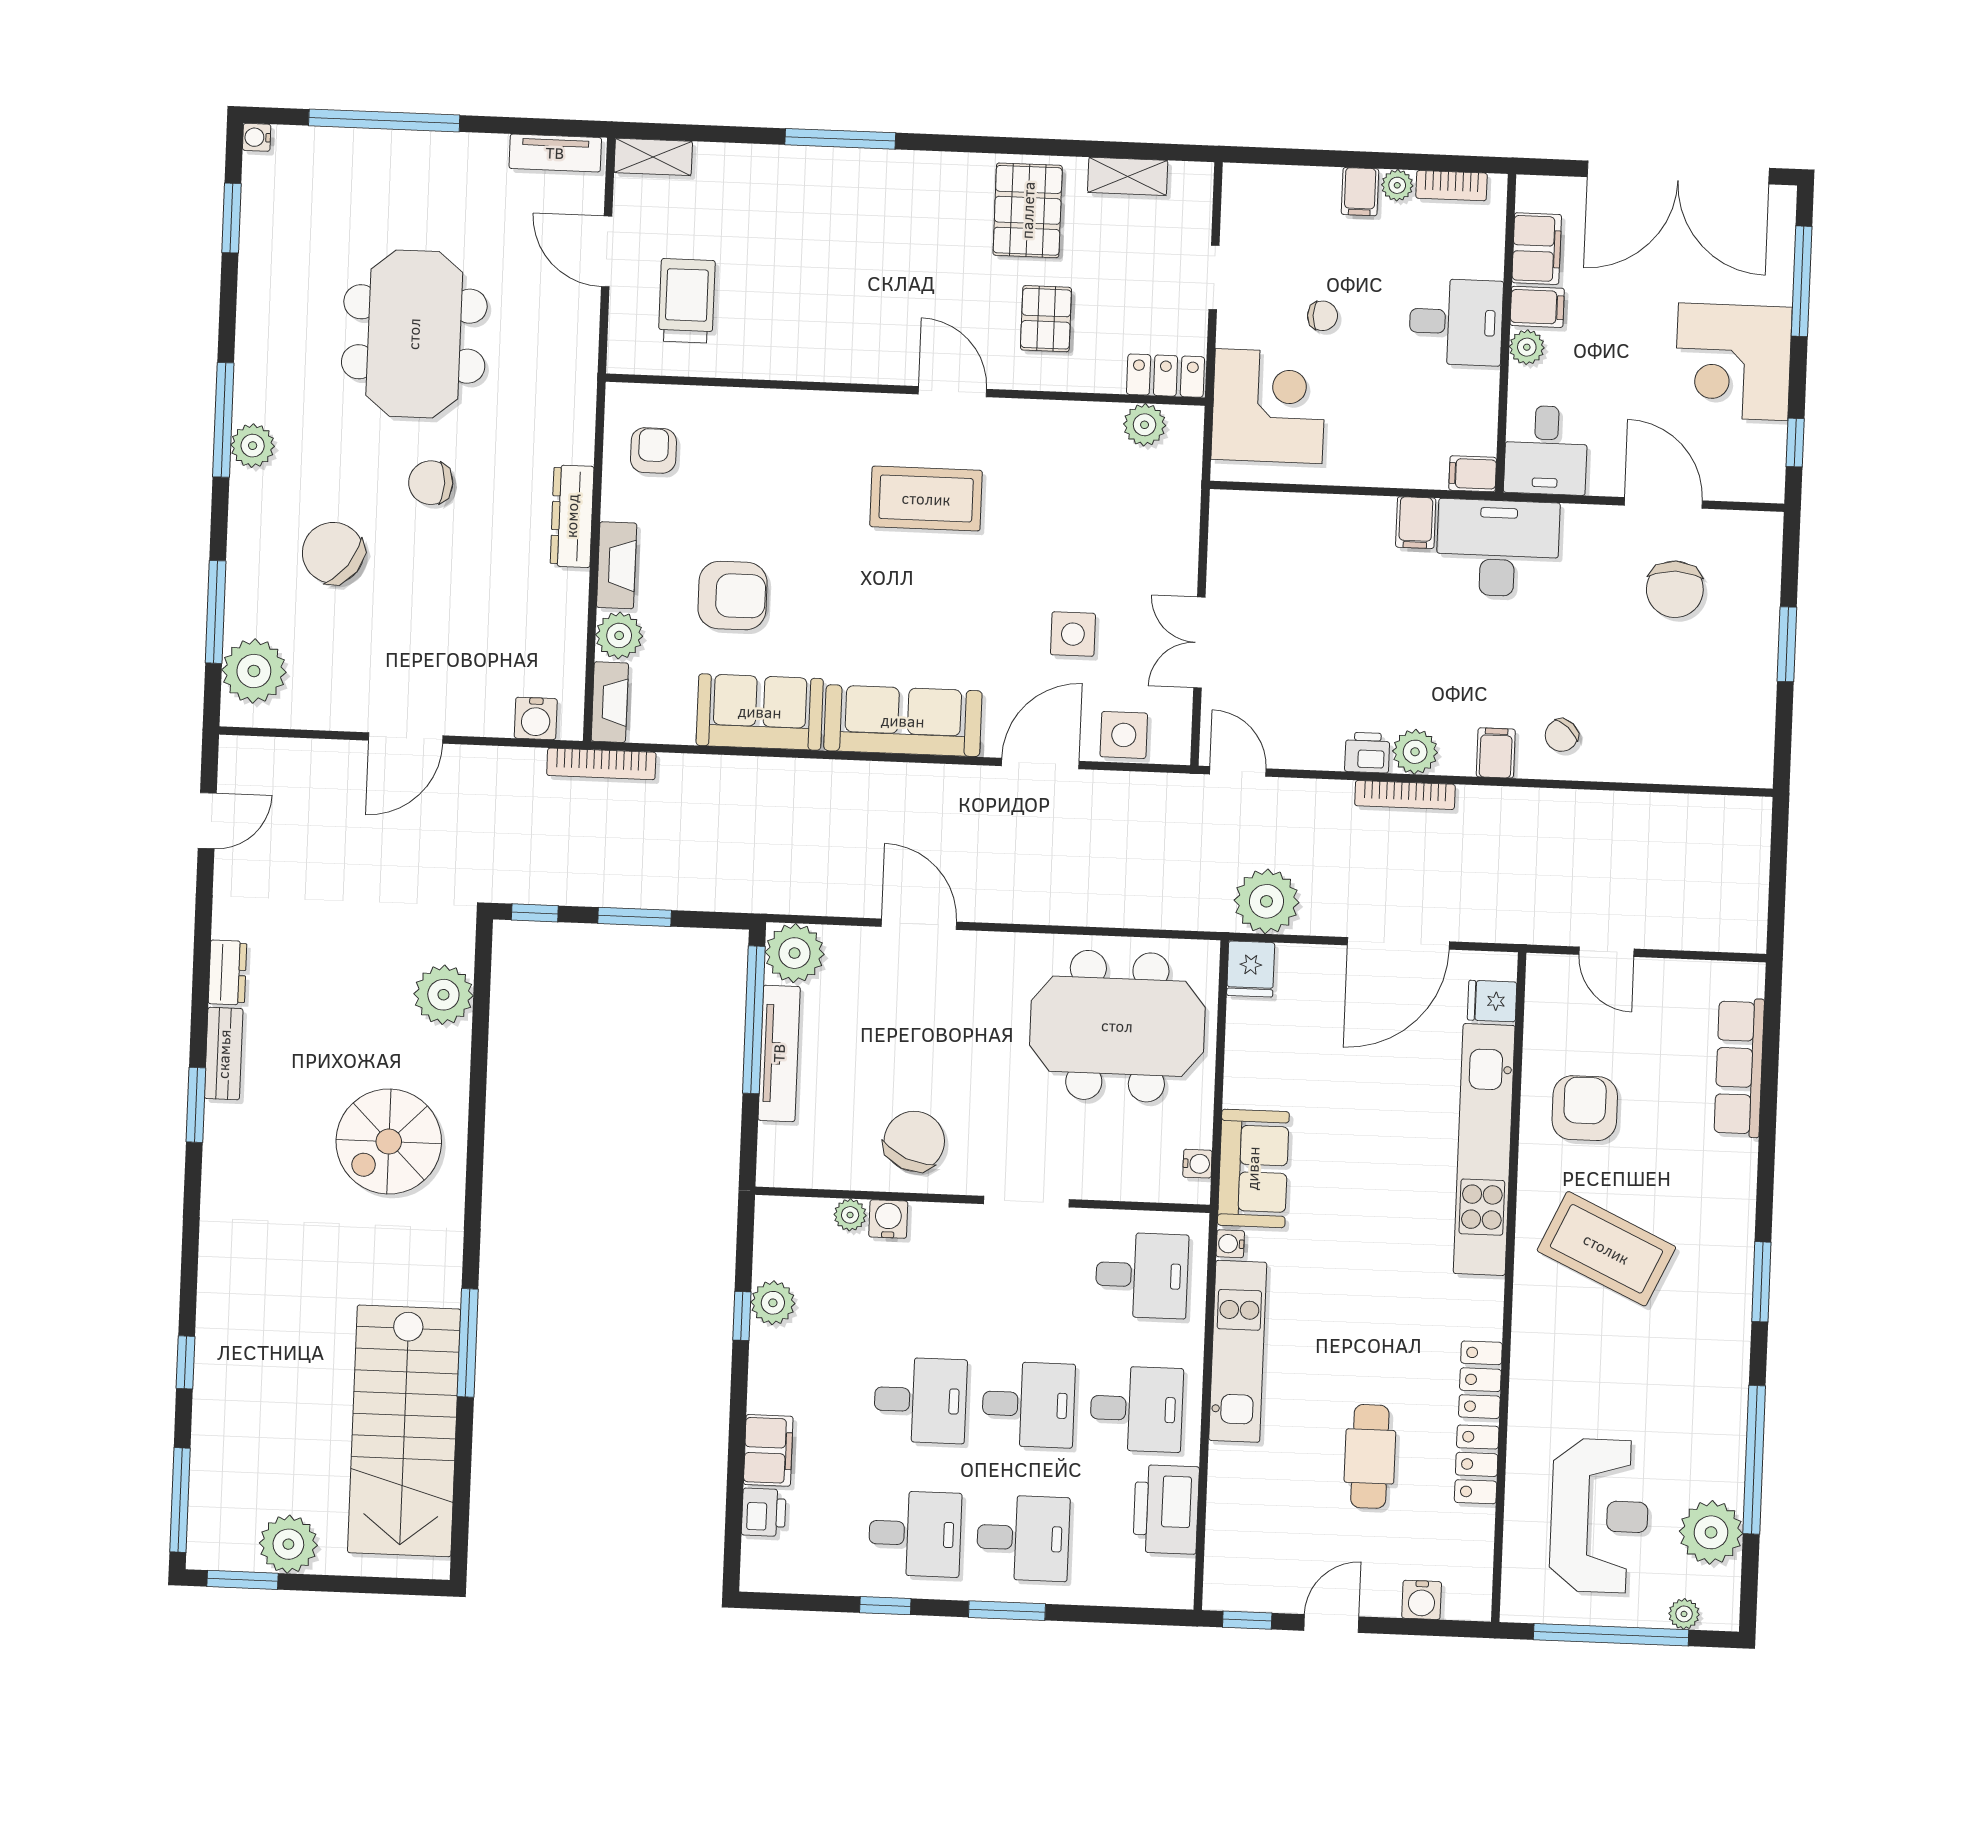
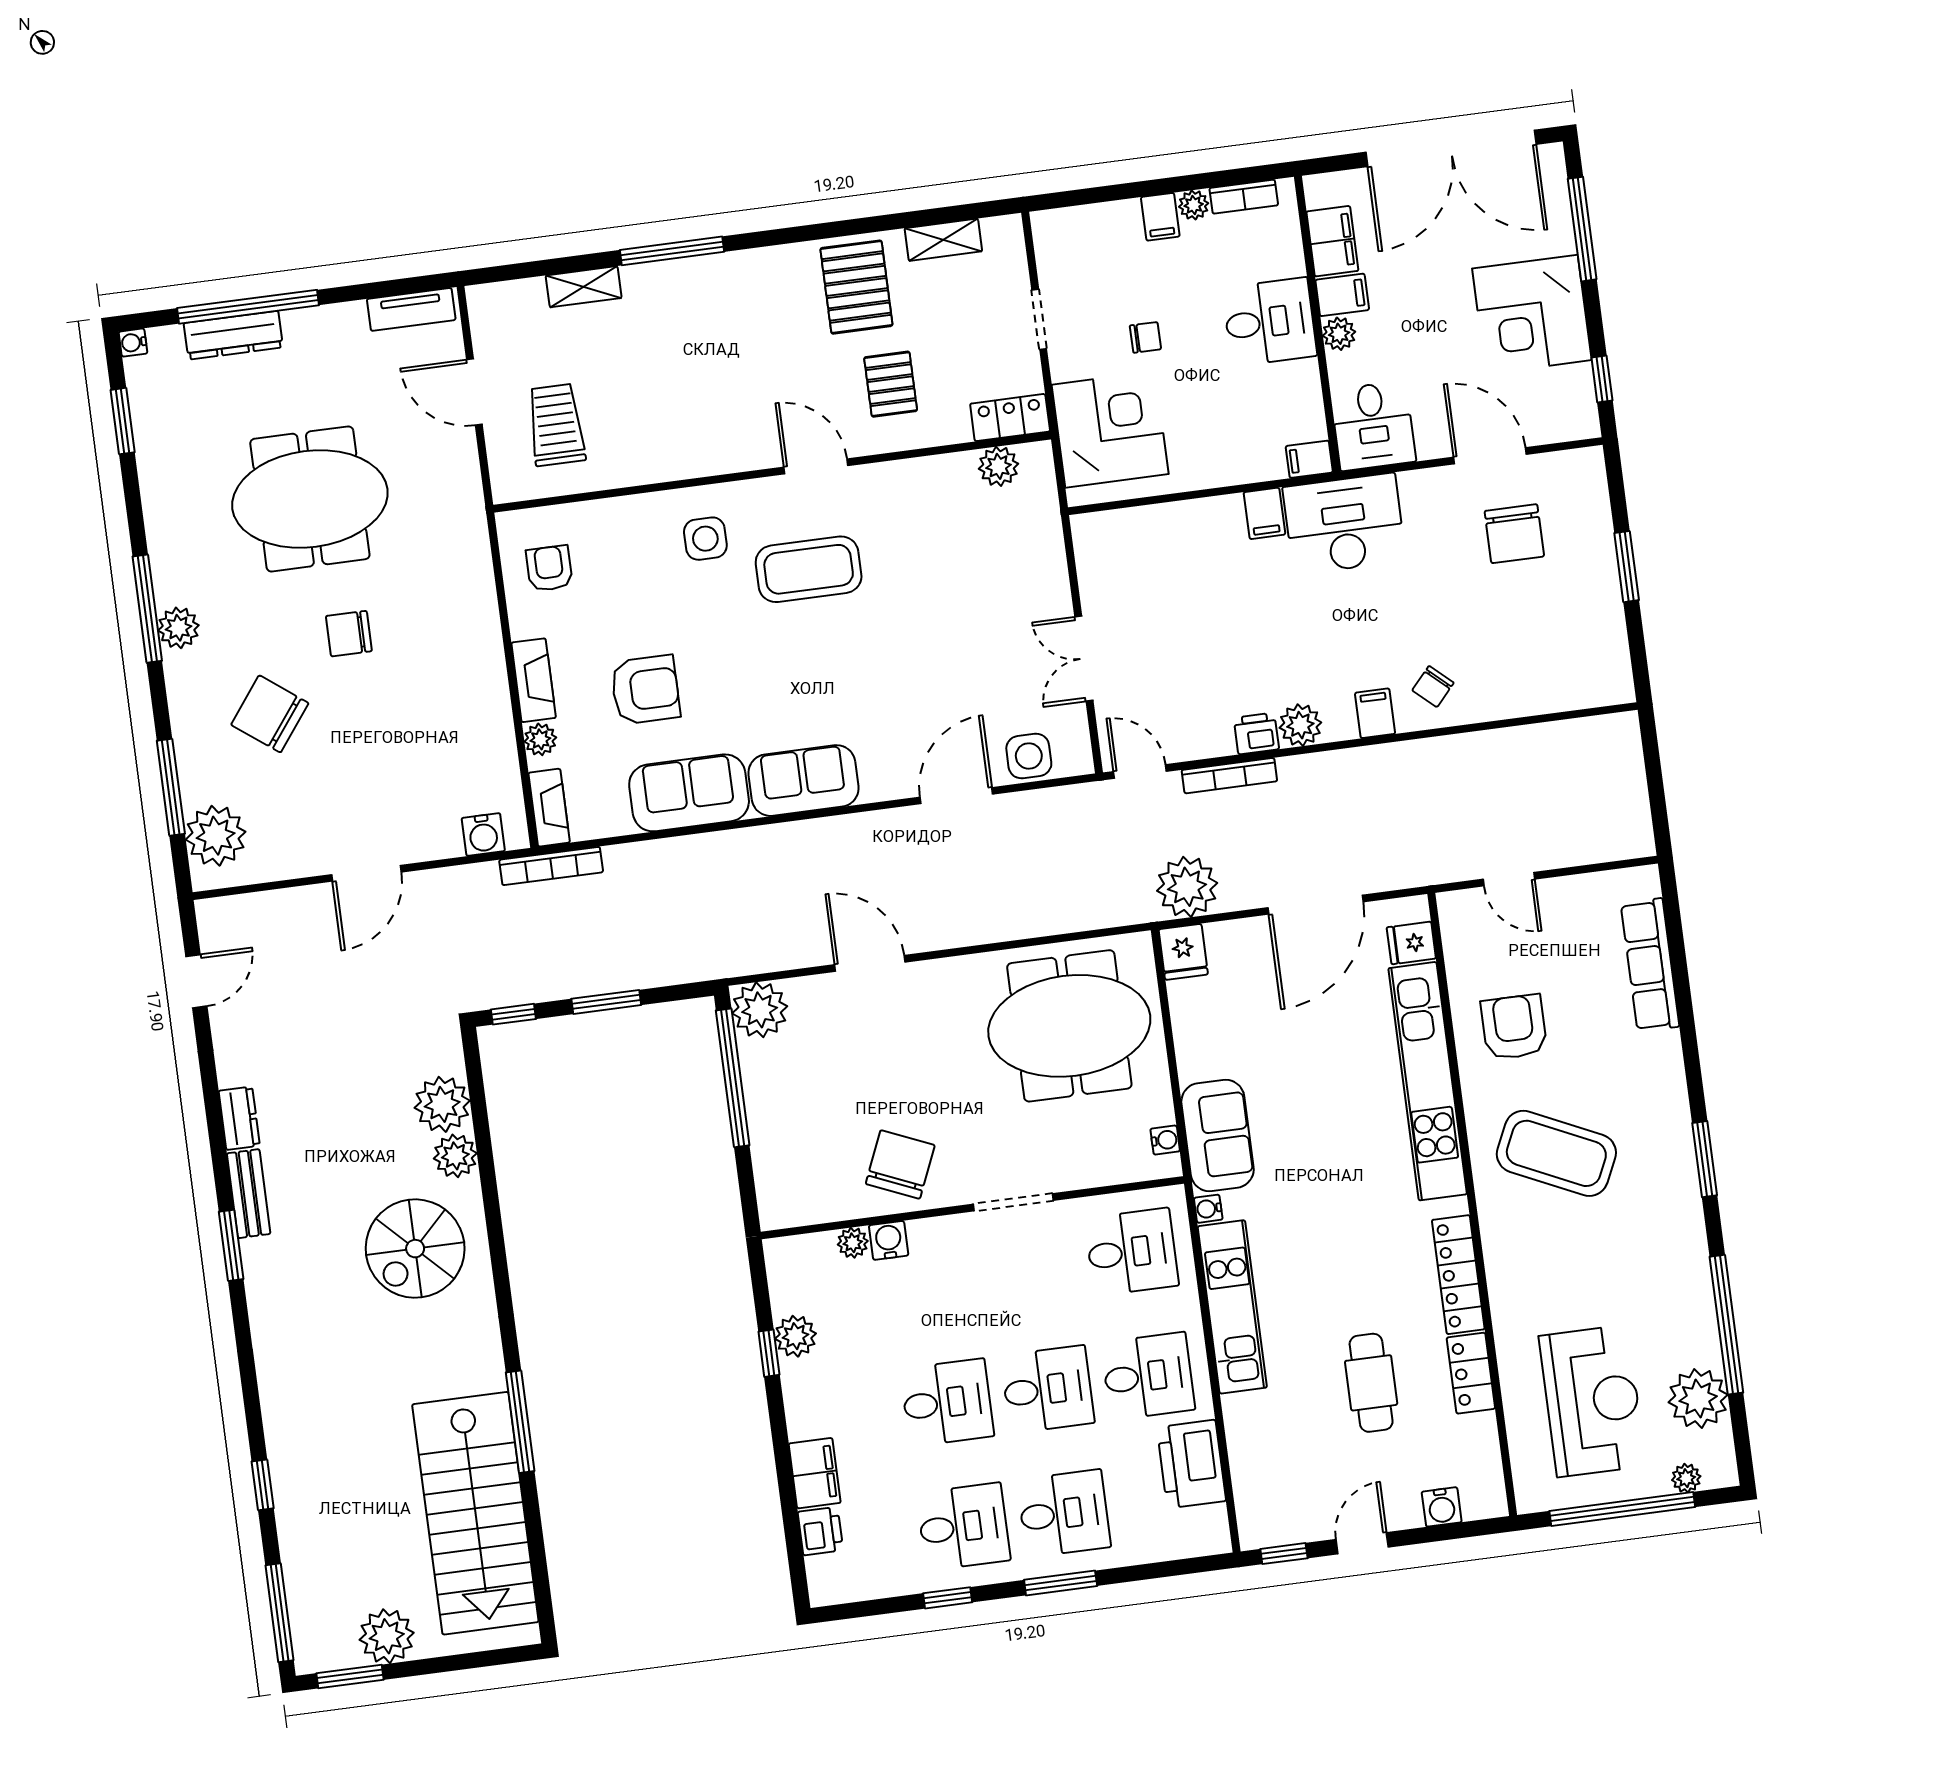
shelving: (653, 157) -> (584, 287), moved
meeting table: (414, 334) -> (310, 499), turned 90
dresser: (572, 516) -> (233, 335), moved, turned -90
side table: (1073, 634) -> (705, 539), moved
plant: (619, 635) -> (540, 739), width x0.73, depth x0.73
sofa: (903, 721) -> (804, 781), width x0.73
bookcase: (1405, 795) -> (1229, 776), moved
plant: (448, 1051) -> (455, 1156), added
tv unit: (779, 1053) -> (761, 1105), removed
locker: (1480, 1380) -> (1458, 1275), width x1.53

